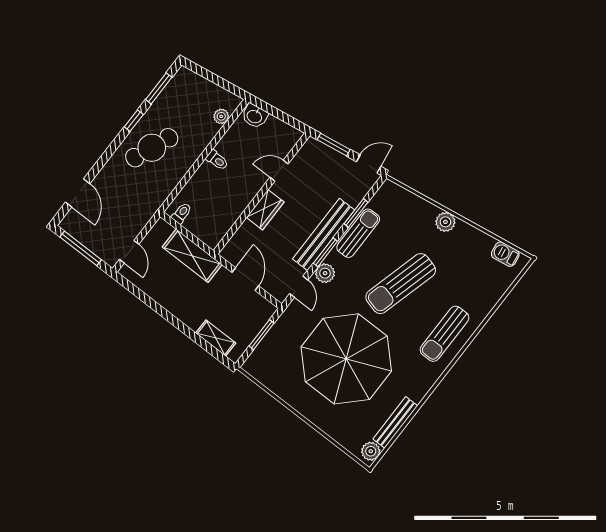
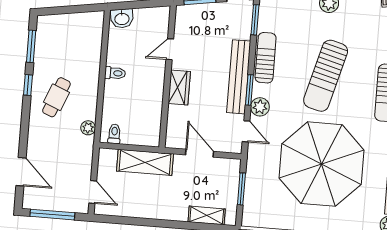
plant: (221, 116) -> (88, 128), moved
cafe table: (152, 148) -> (56, 97), width x0.73, depth x0.74
window: (356, 213) -> (255, 20), moved

